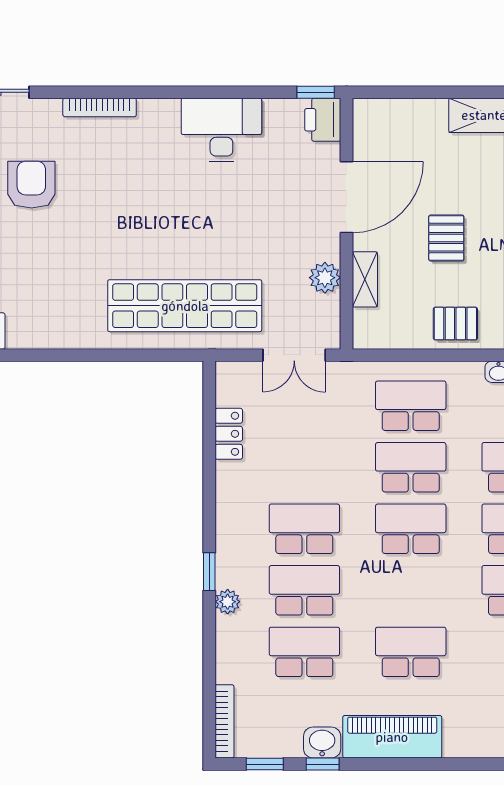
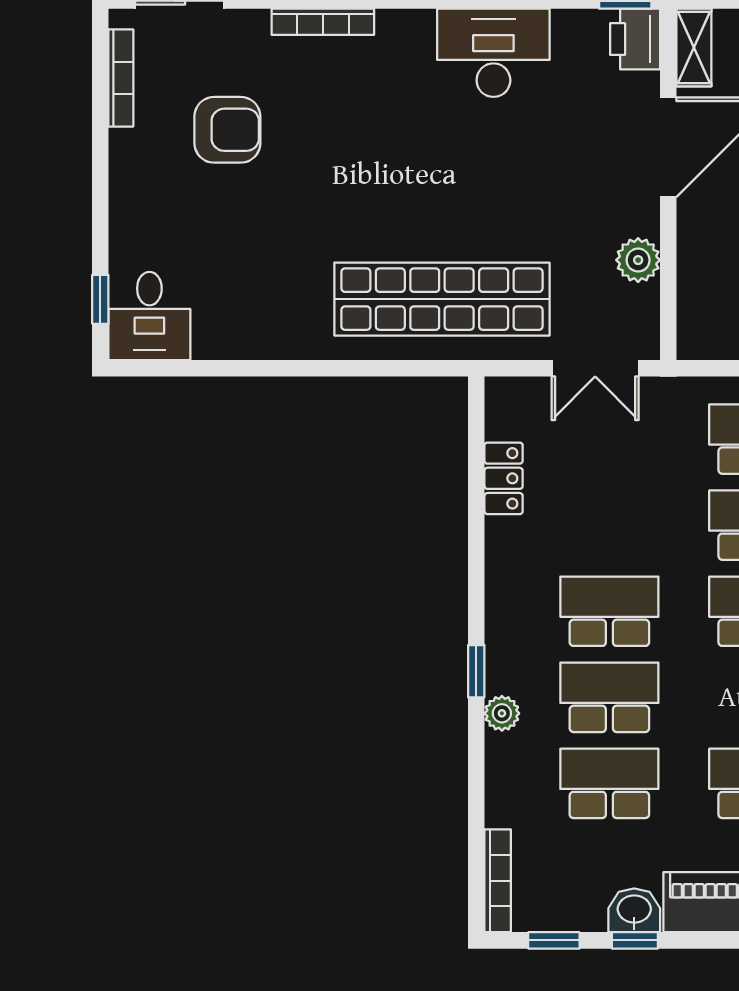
armchair: (31, 185) -> (227, 130), turned 90
shelving: (365, 279) -> (694, 48), moved

